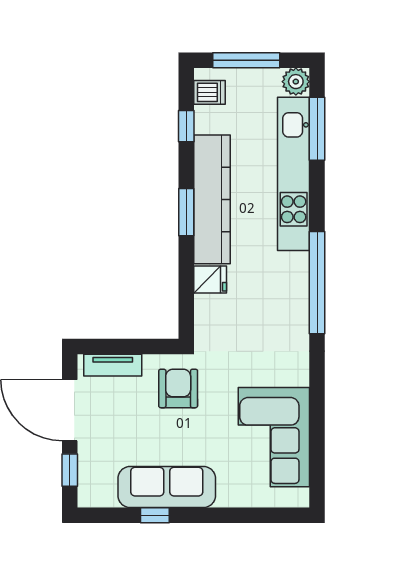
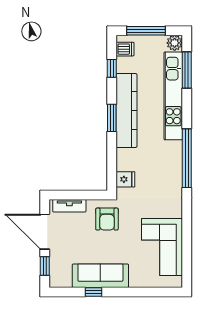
fridge: (210, 280) -> (125, 179), moved
armchair: (178, 388) -> (107, 219), turned 180

